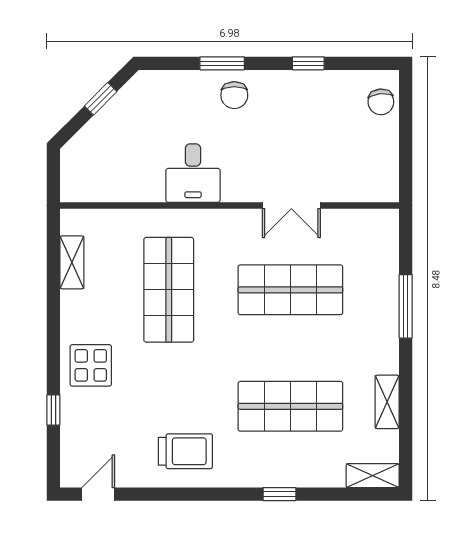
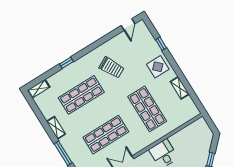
shelving: (72, 262) -> (180, 88), moved
shelving: (387, 402) -> (56, 128), moved
trolley: (185, 451) -> (112, 68), moved, turned -118

